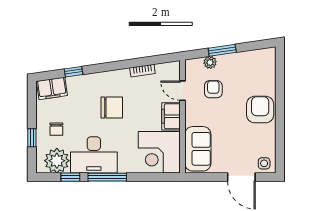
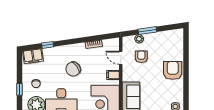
chair: (112, 107) -> (73, 69), turned 145
filing cabinet: (171, 116) -> (113, 75), width x0.50

